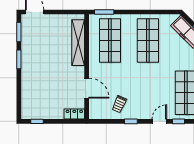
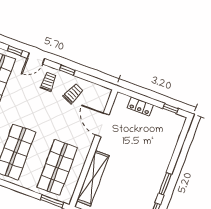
trolley: (142, 106) -> (49, 82), added
locker: (74, 114) -> (140, 106), moved

